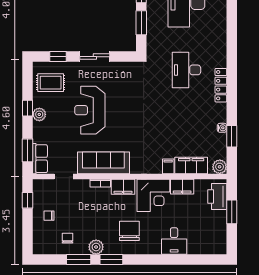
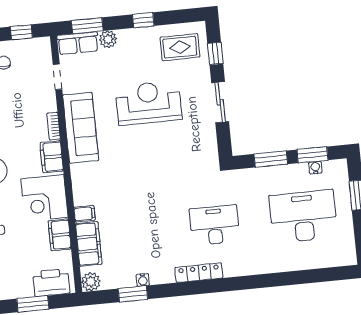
rug: (51, 83) -> (180, 47), turned 90
plant: (39, 114) -> (108, 39), moved

